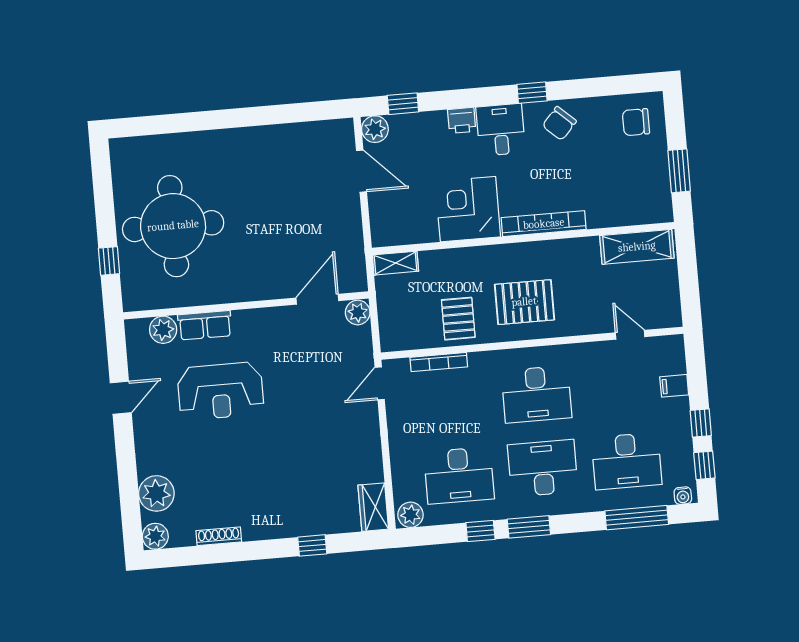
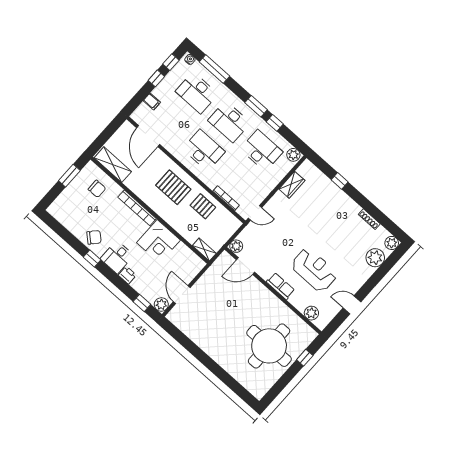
chair: (636, 122) -> (97, 189), moved
pallet: (458, 319) -> (203, 206), turned 90
row of seats: (205, 325) -> (281, 286), moved
door: (630, 335) -> (148, 136), width x1.88
desk: (627, 461) -> (197, 93), turned 180
wardrobe: (373, 507) -> (292, 185), moved

